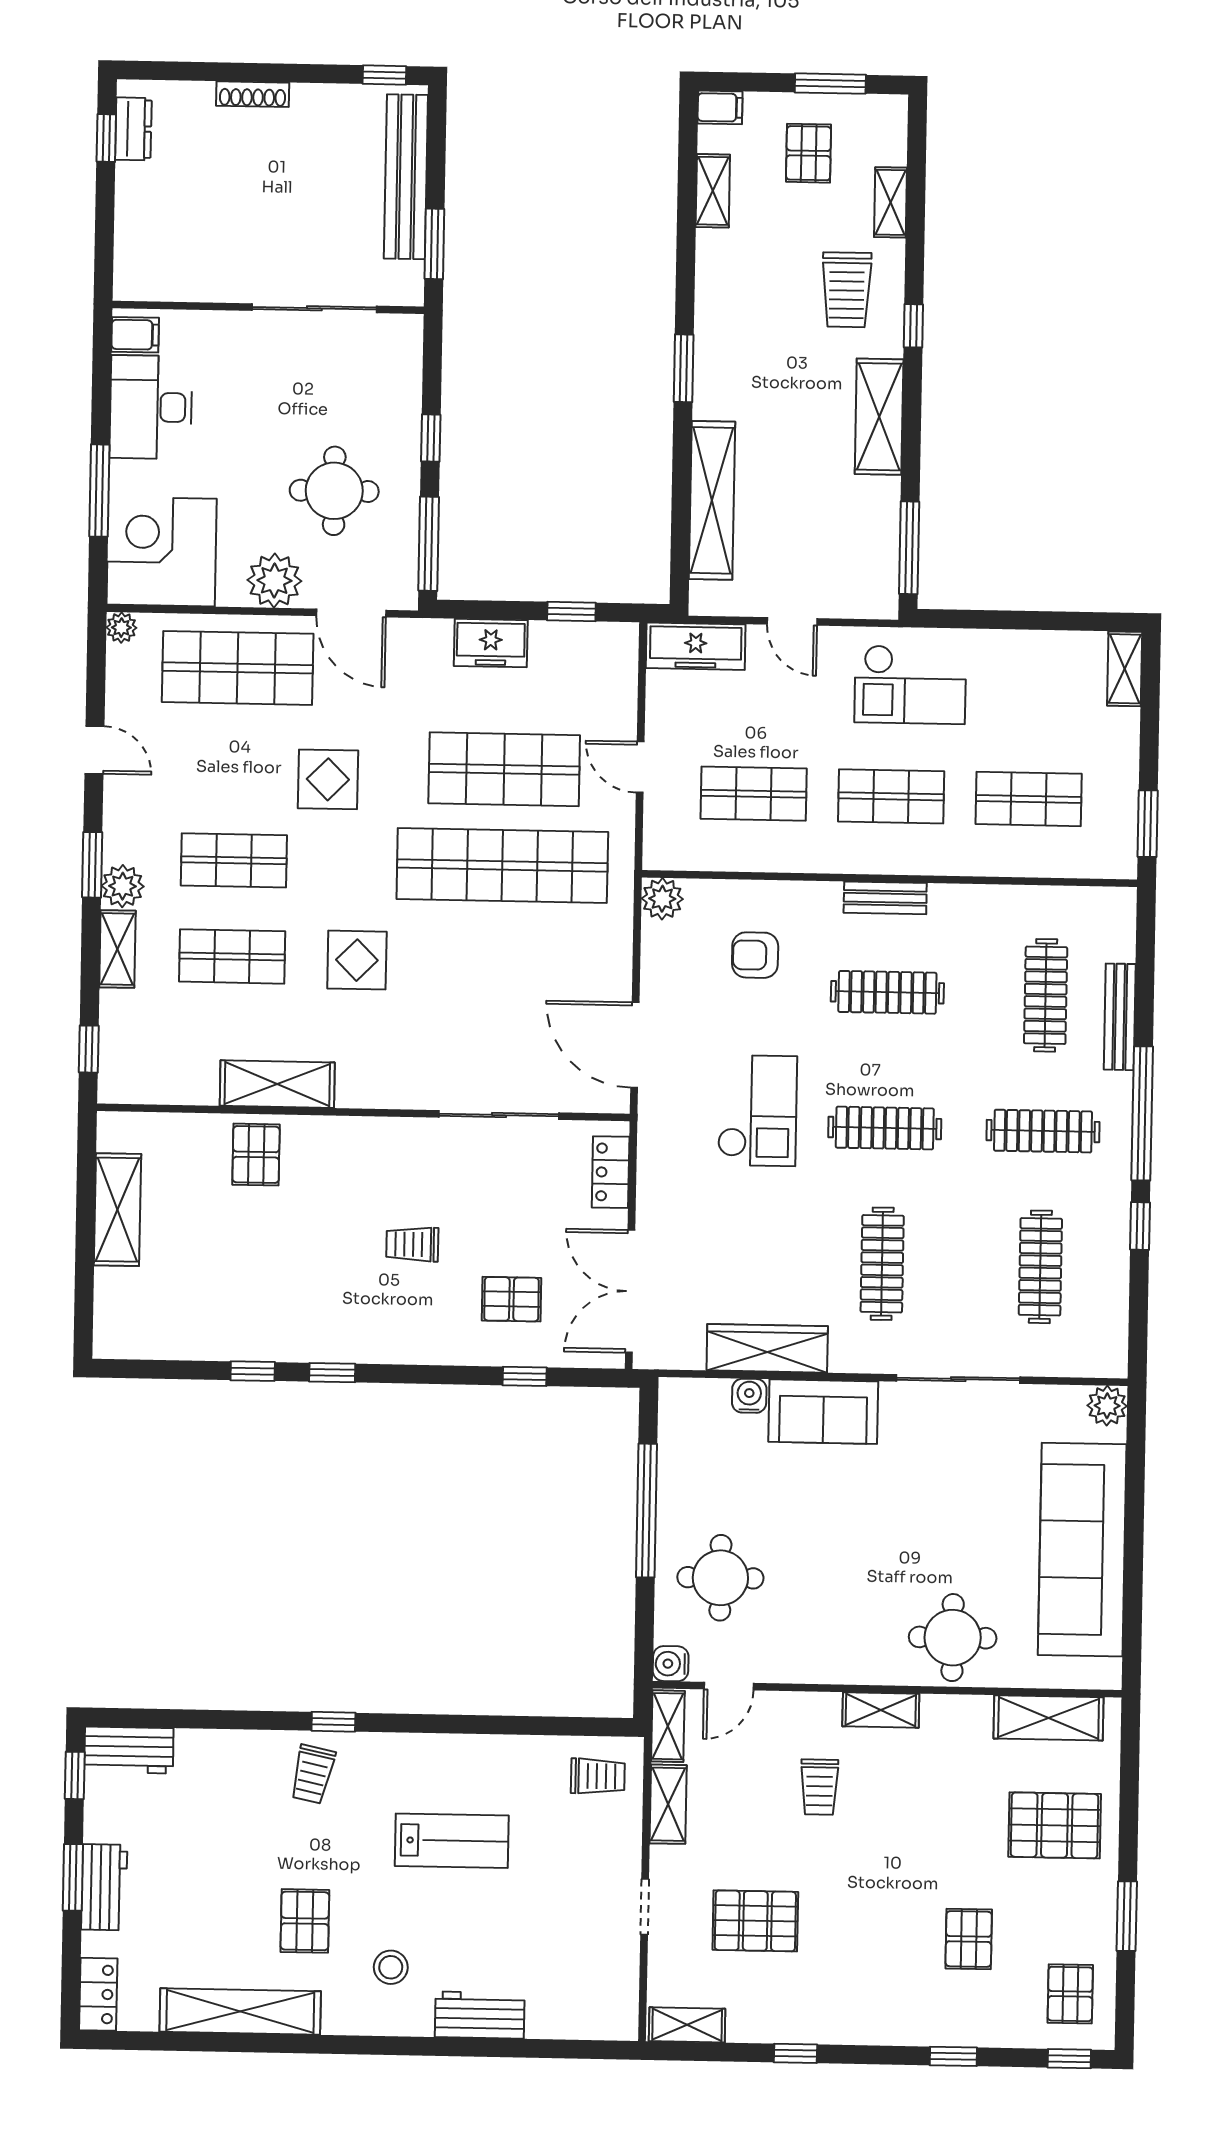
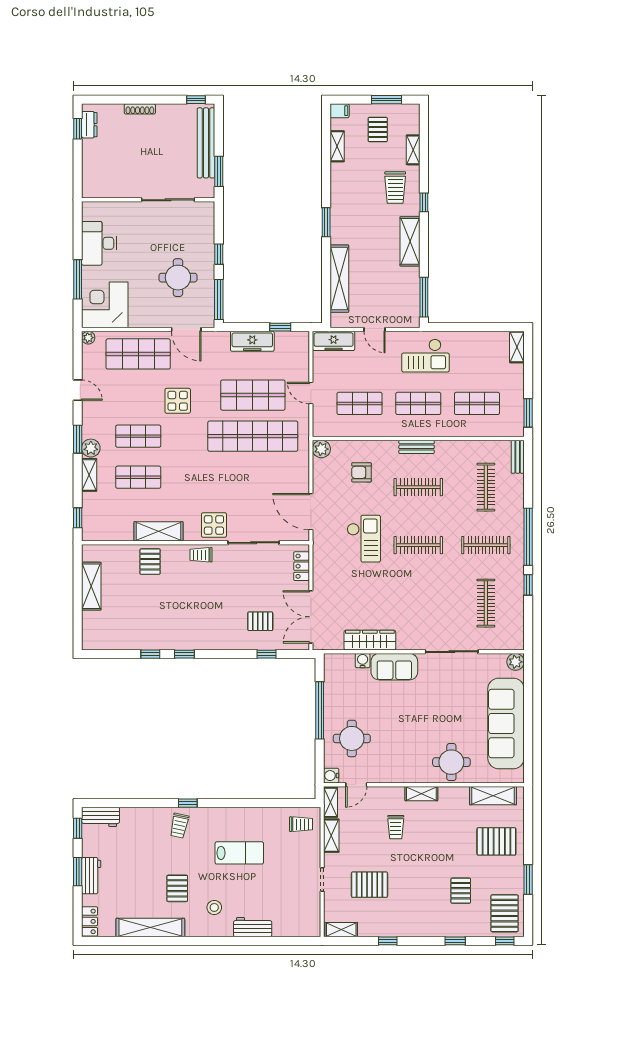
filing cabinet: (135, 335) -> (92, 213), removed
plant: (274, 581) -> (153, 316), removed
freezer: (491, 643) -> (252, 341), width x1.40
display table: (357, 960) -> (214, 525), moved
bench: (1120, 1017) -> (518, 457), moved, width x0.73
trolley: (412, 1244) -> (201, 555), moved
clothes rail: (882, 1264) -> (418, 603), removed
pallet: (1070, 1994) -> (505, 913), width x1.50, depth x1.42

